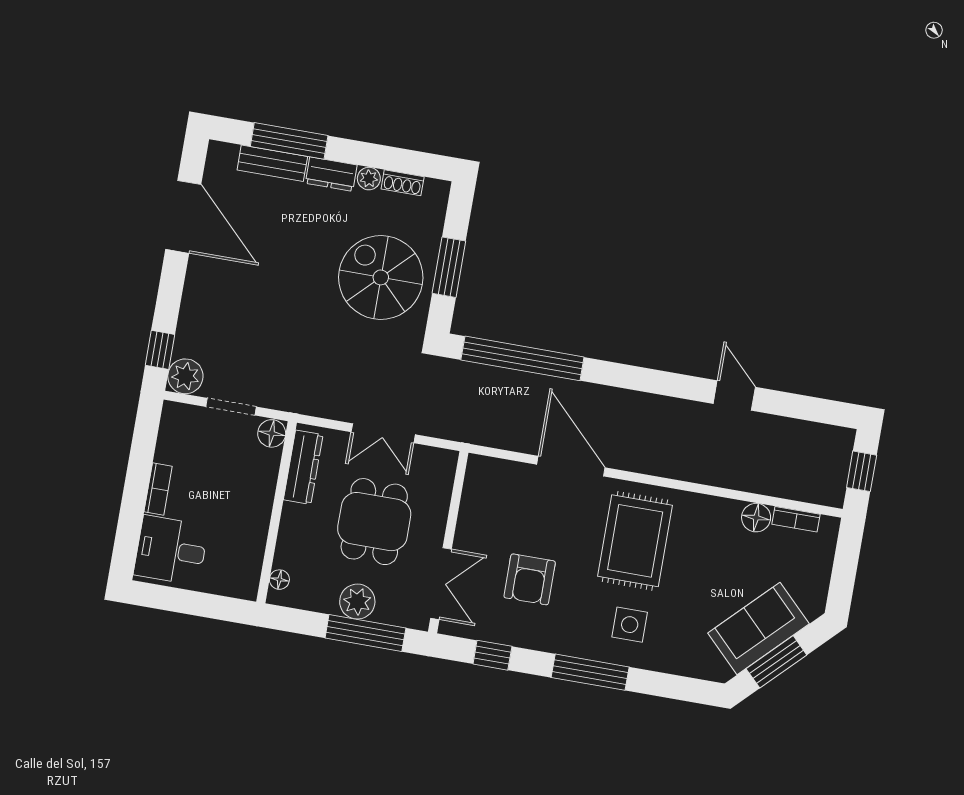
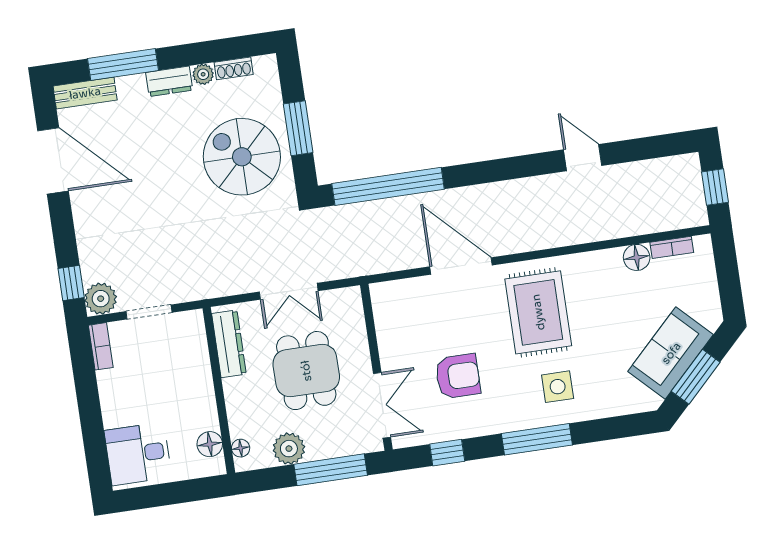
bench: (272, 163) -> (85, 93), moved
floor lamp: (272, 433) -> (210, 444), moved
bookcase: (158, 489) -> (101, 346), moved
armchair: (530, 579) -> (458, 376), turned -90
plant: (357, 602) -> (289, 449), moved

